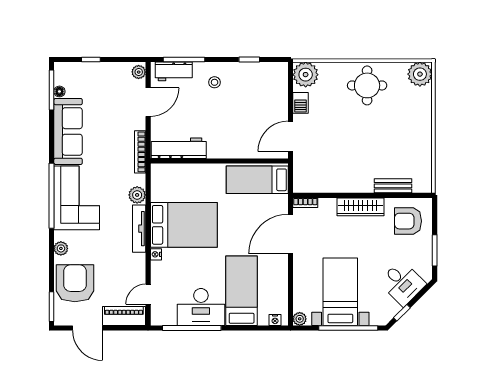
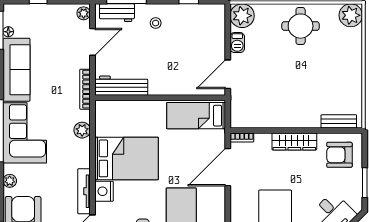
bench: (393, 186) -> (339, 121), moved
tv unit: (139, 229) -> (84, 191), moved
nightstand: (156, 254) -> (104, 191), width x1.89, depth x1.79

